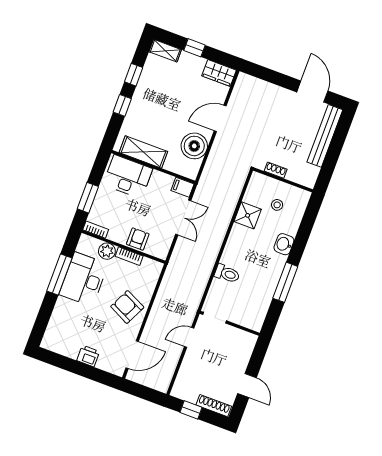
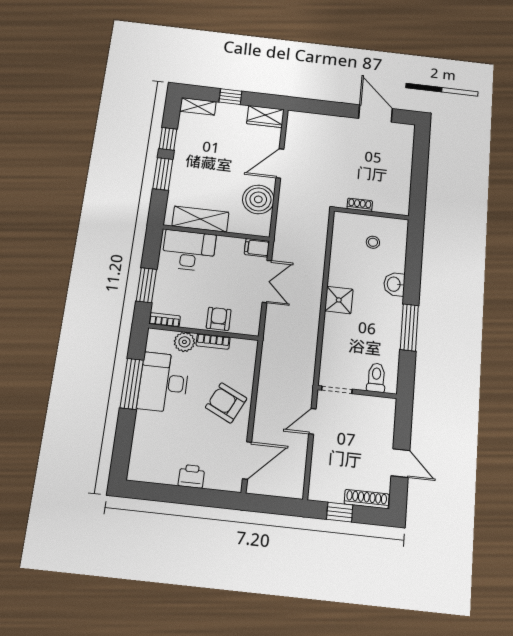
window: (122, 105) -> (163, 174), width x1.50
bench: (325, 136) -> (404, 156), removed
shower: (248, 215) -> (339, 300), moved
toilet: (227, 274) -> (376, 378), moved, turned -90

